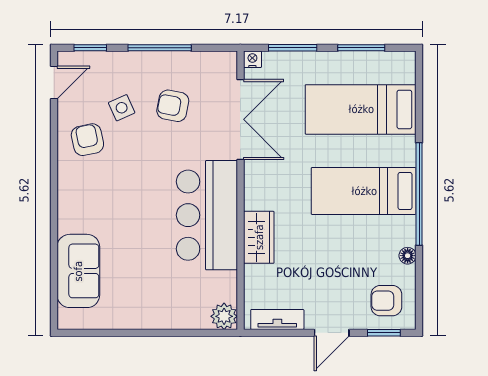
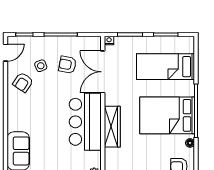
double door: (240, 119) -> (103, 72), swing flipped
armchair: (87, 140) -> (23, 82), turned -134
bed: (364, 191) -> (167, 115), width x1.50
wardrobe: (259, 237) -> (112, 127), width x1.50

